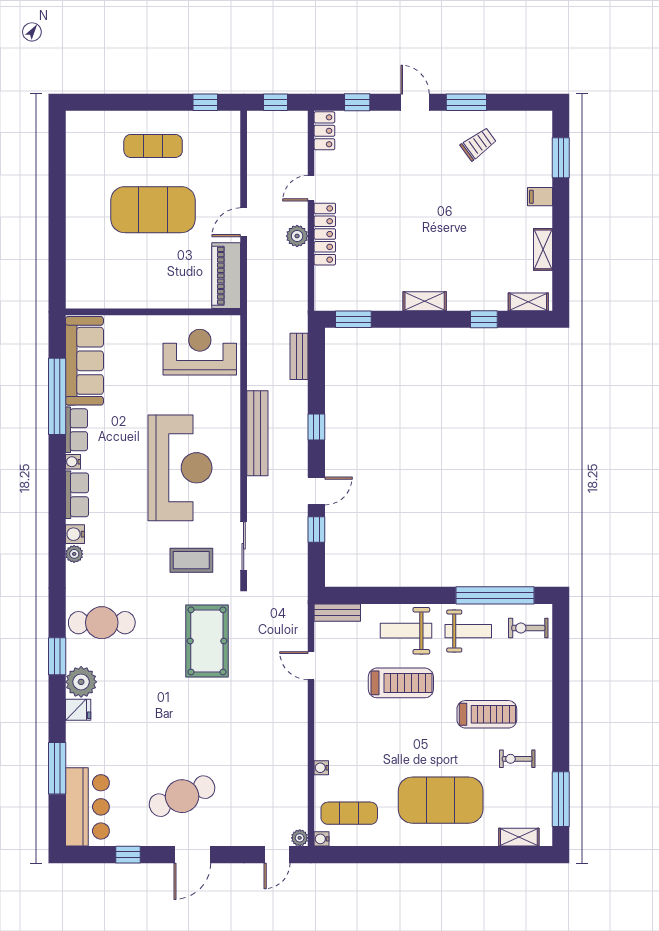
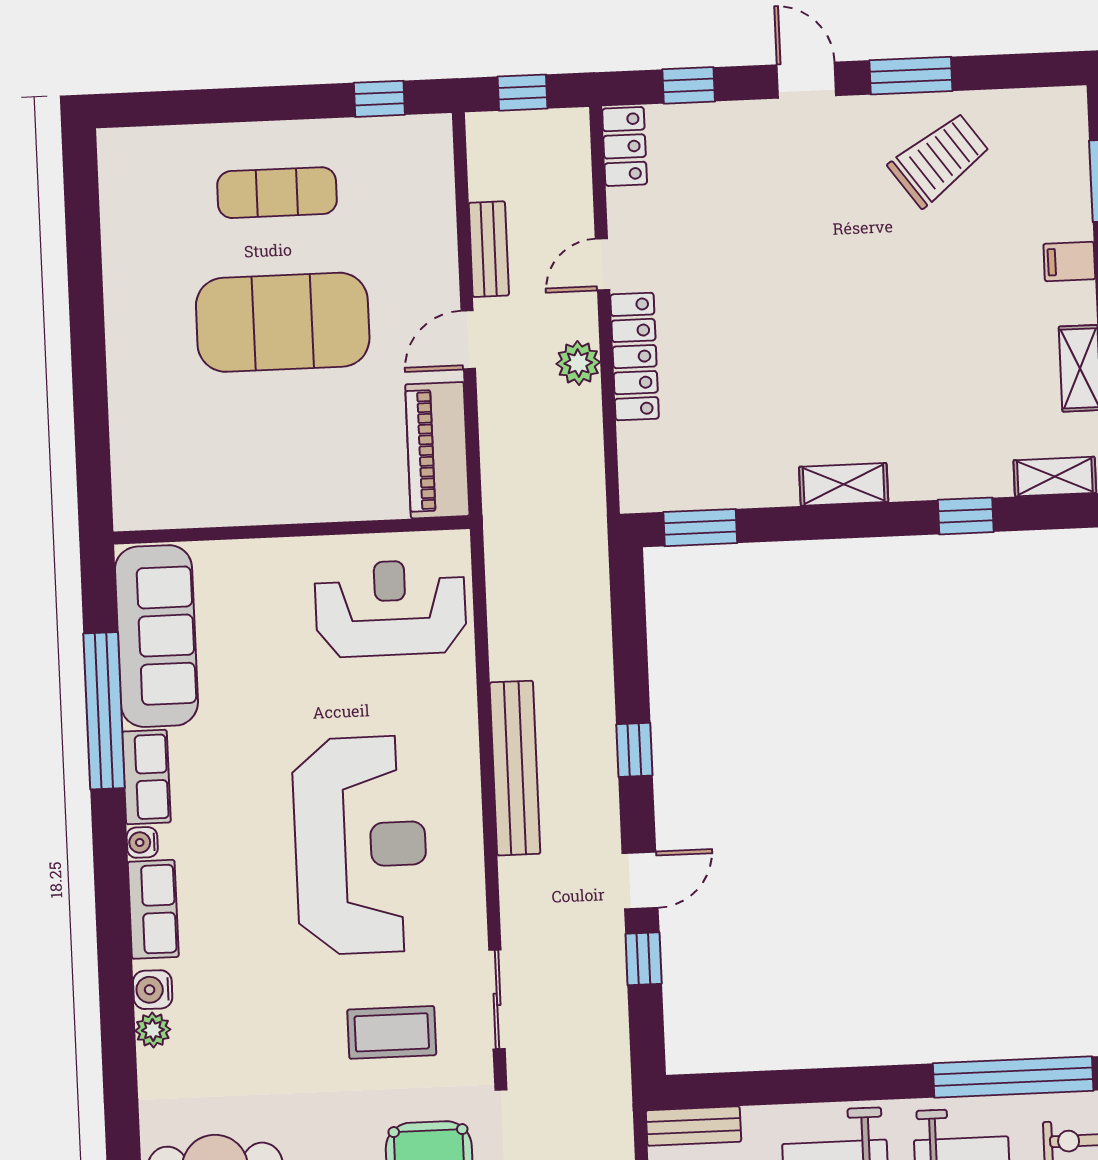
trolley: (478, 144) -> (939, 160), width x1.36, depth x1.39
bench: (299, 356) -> (489, 249), moved

